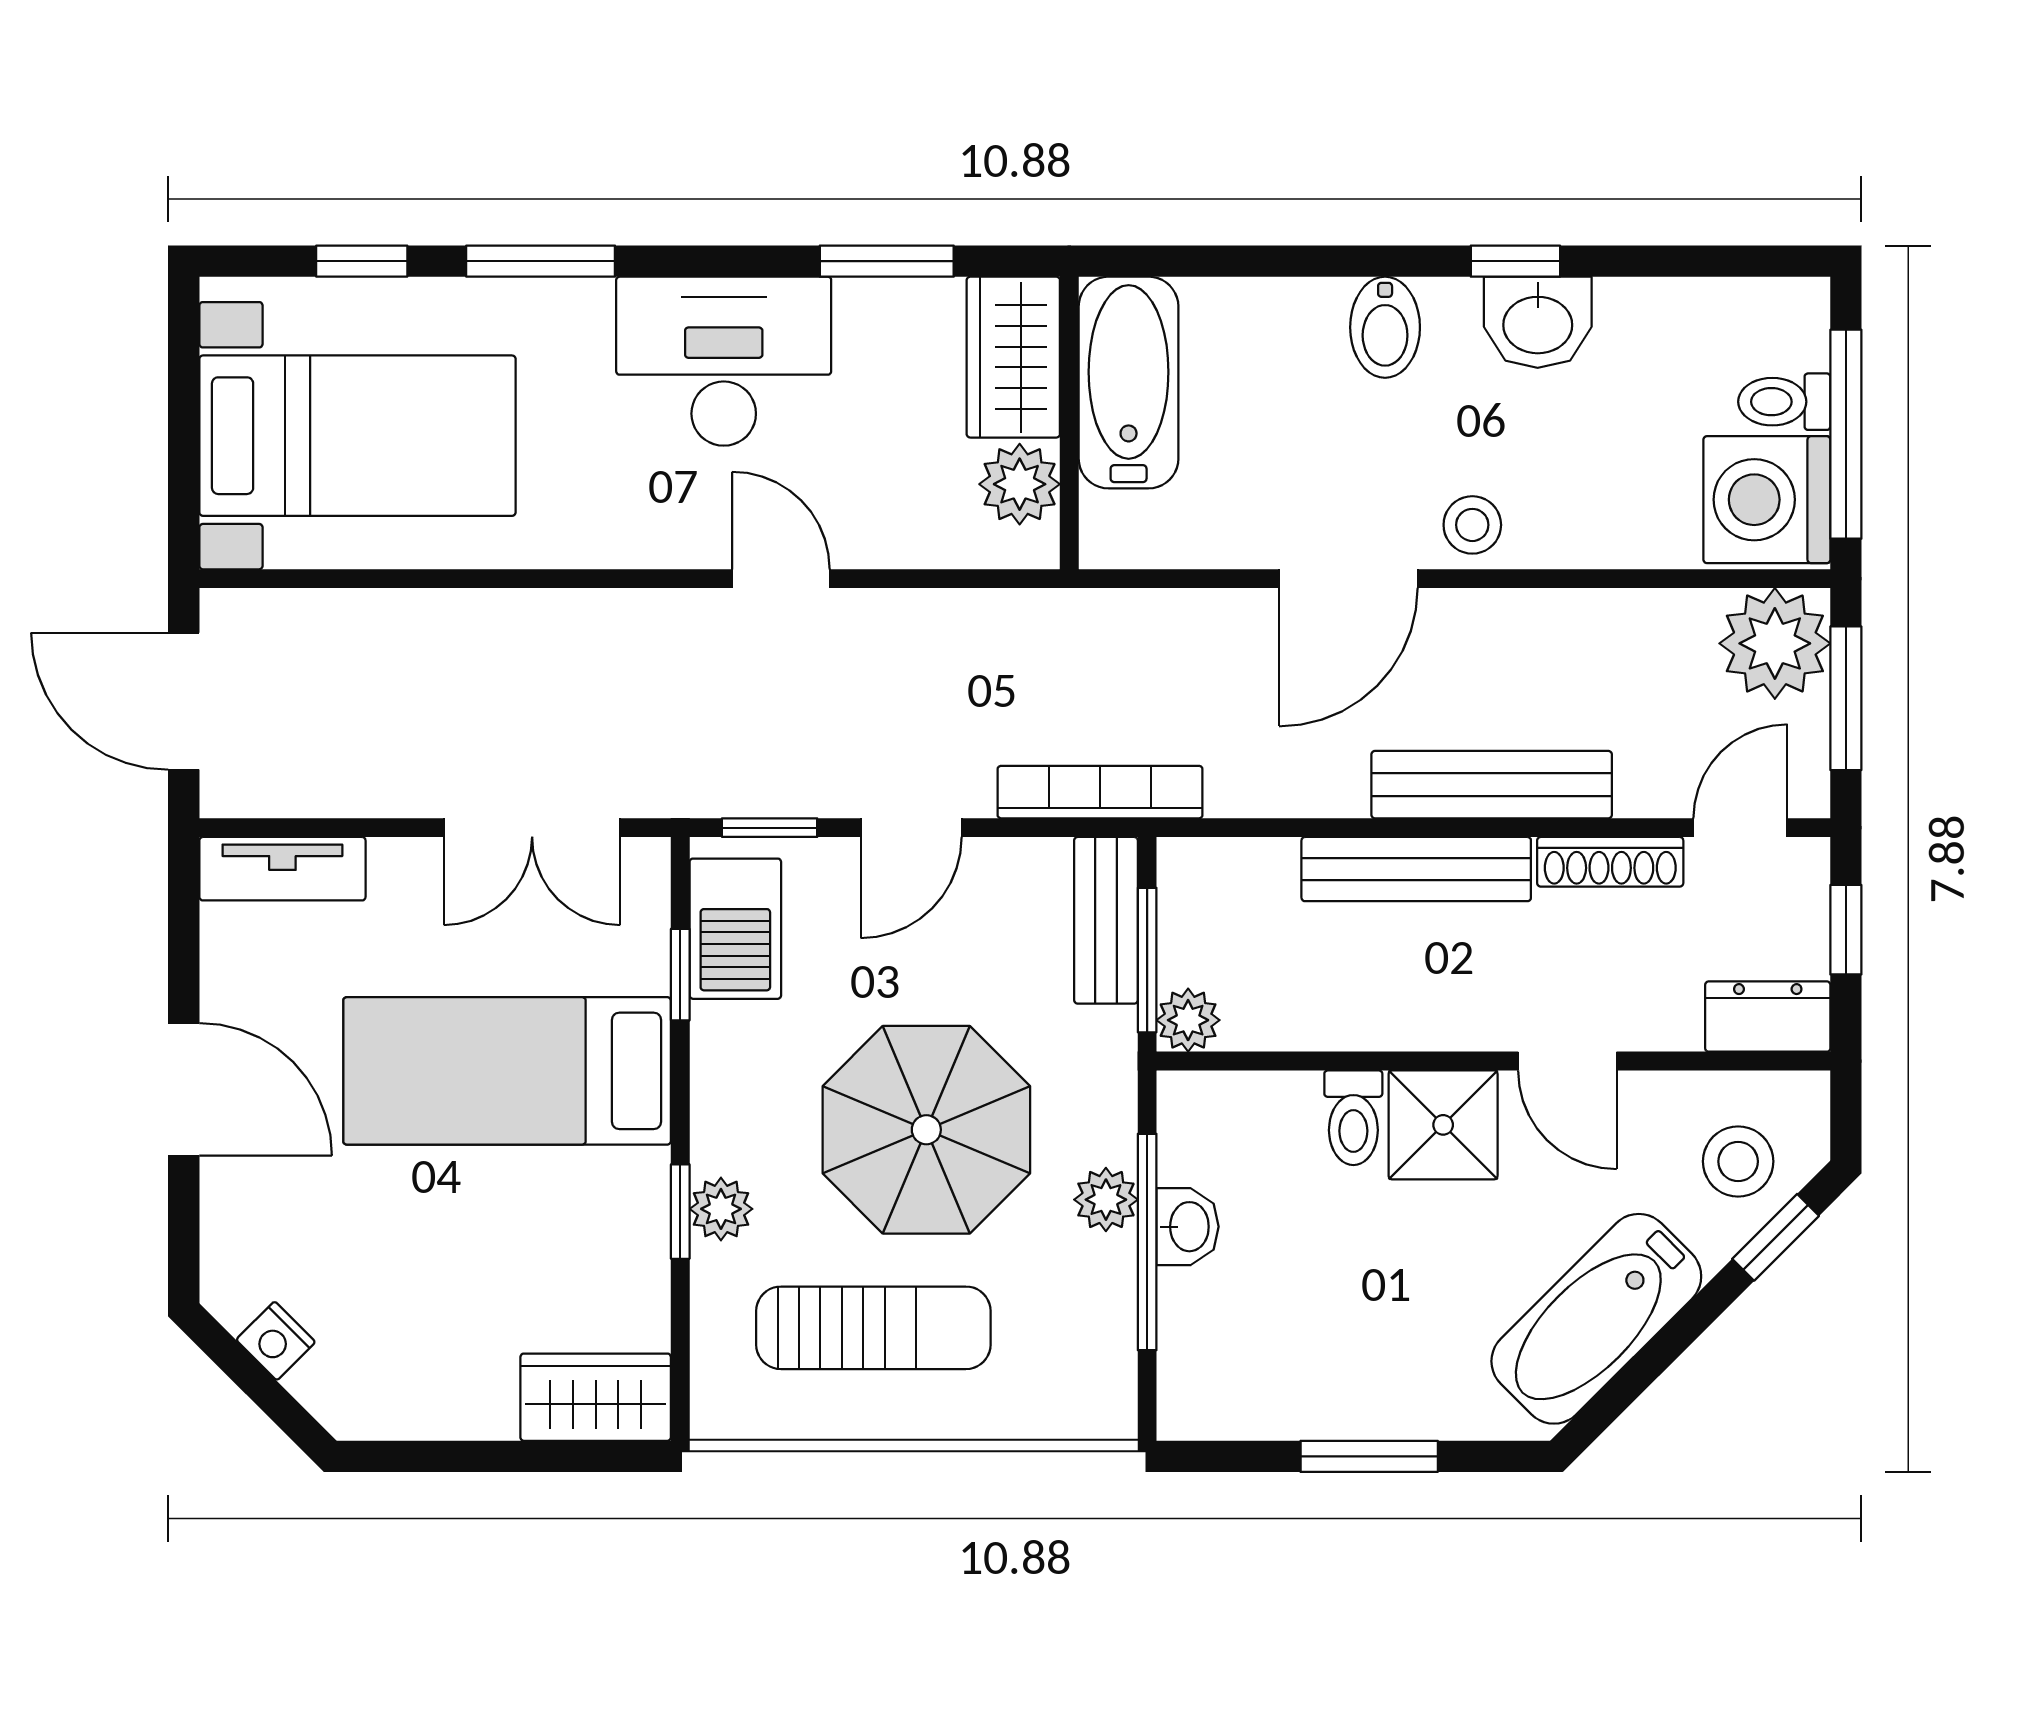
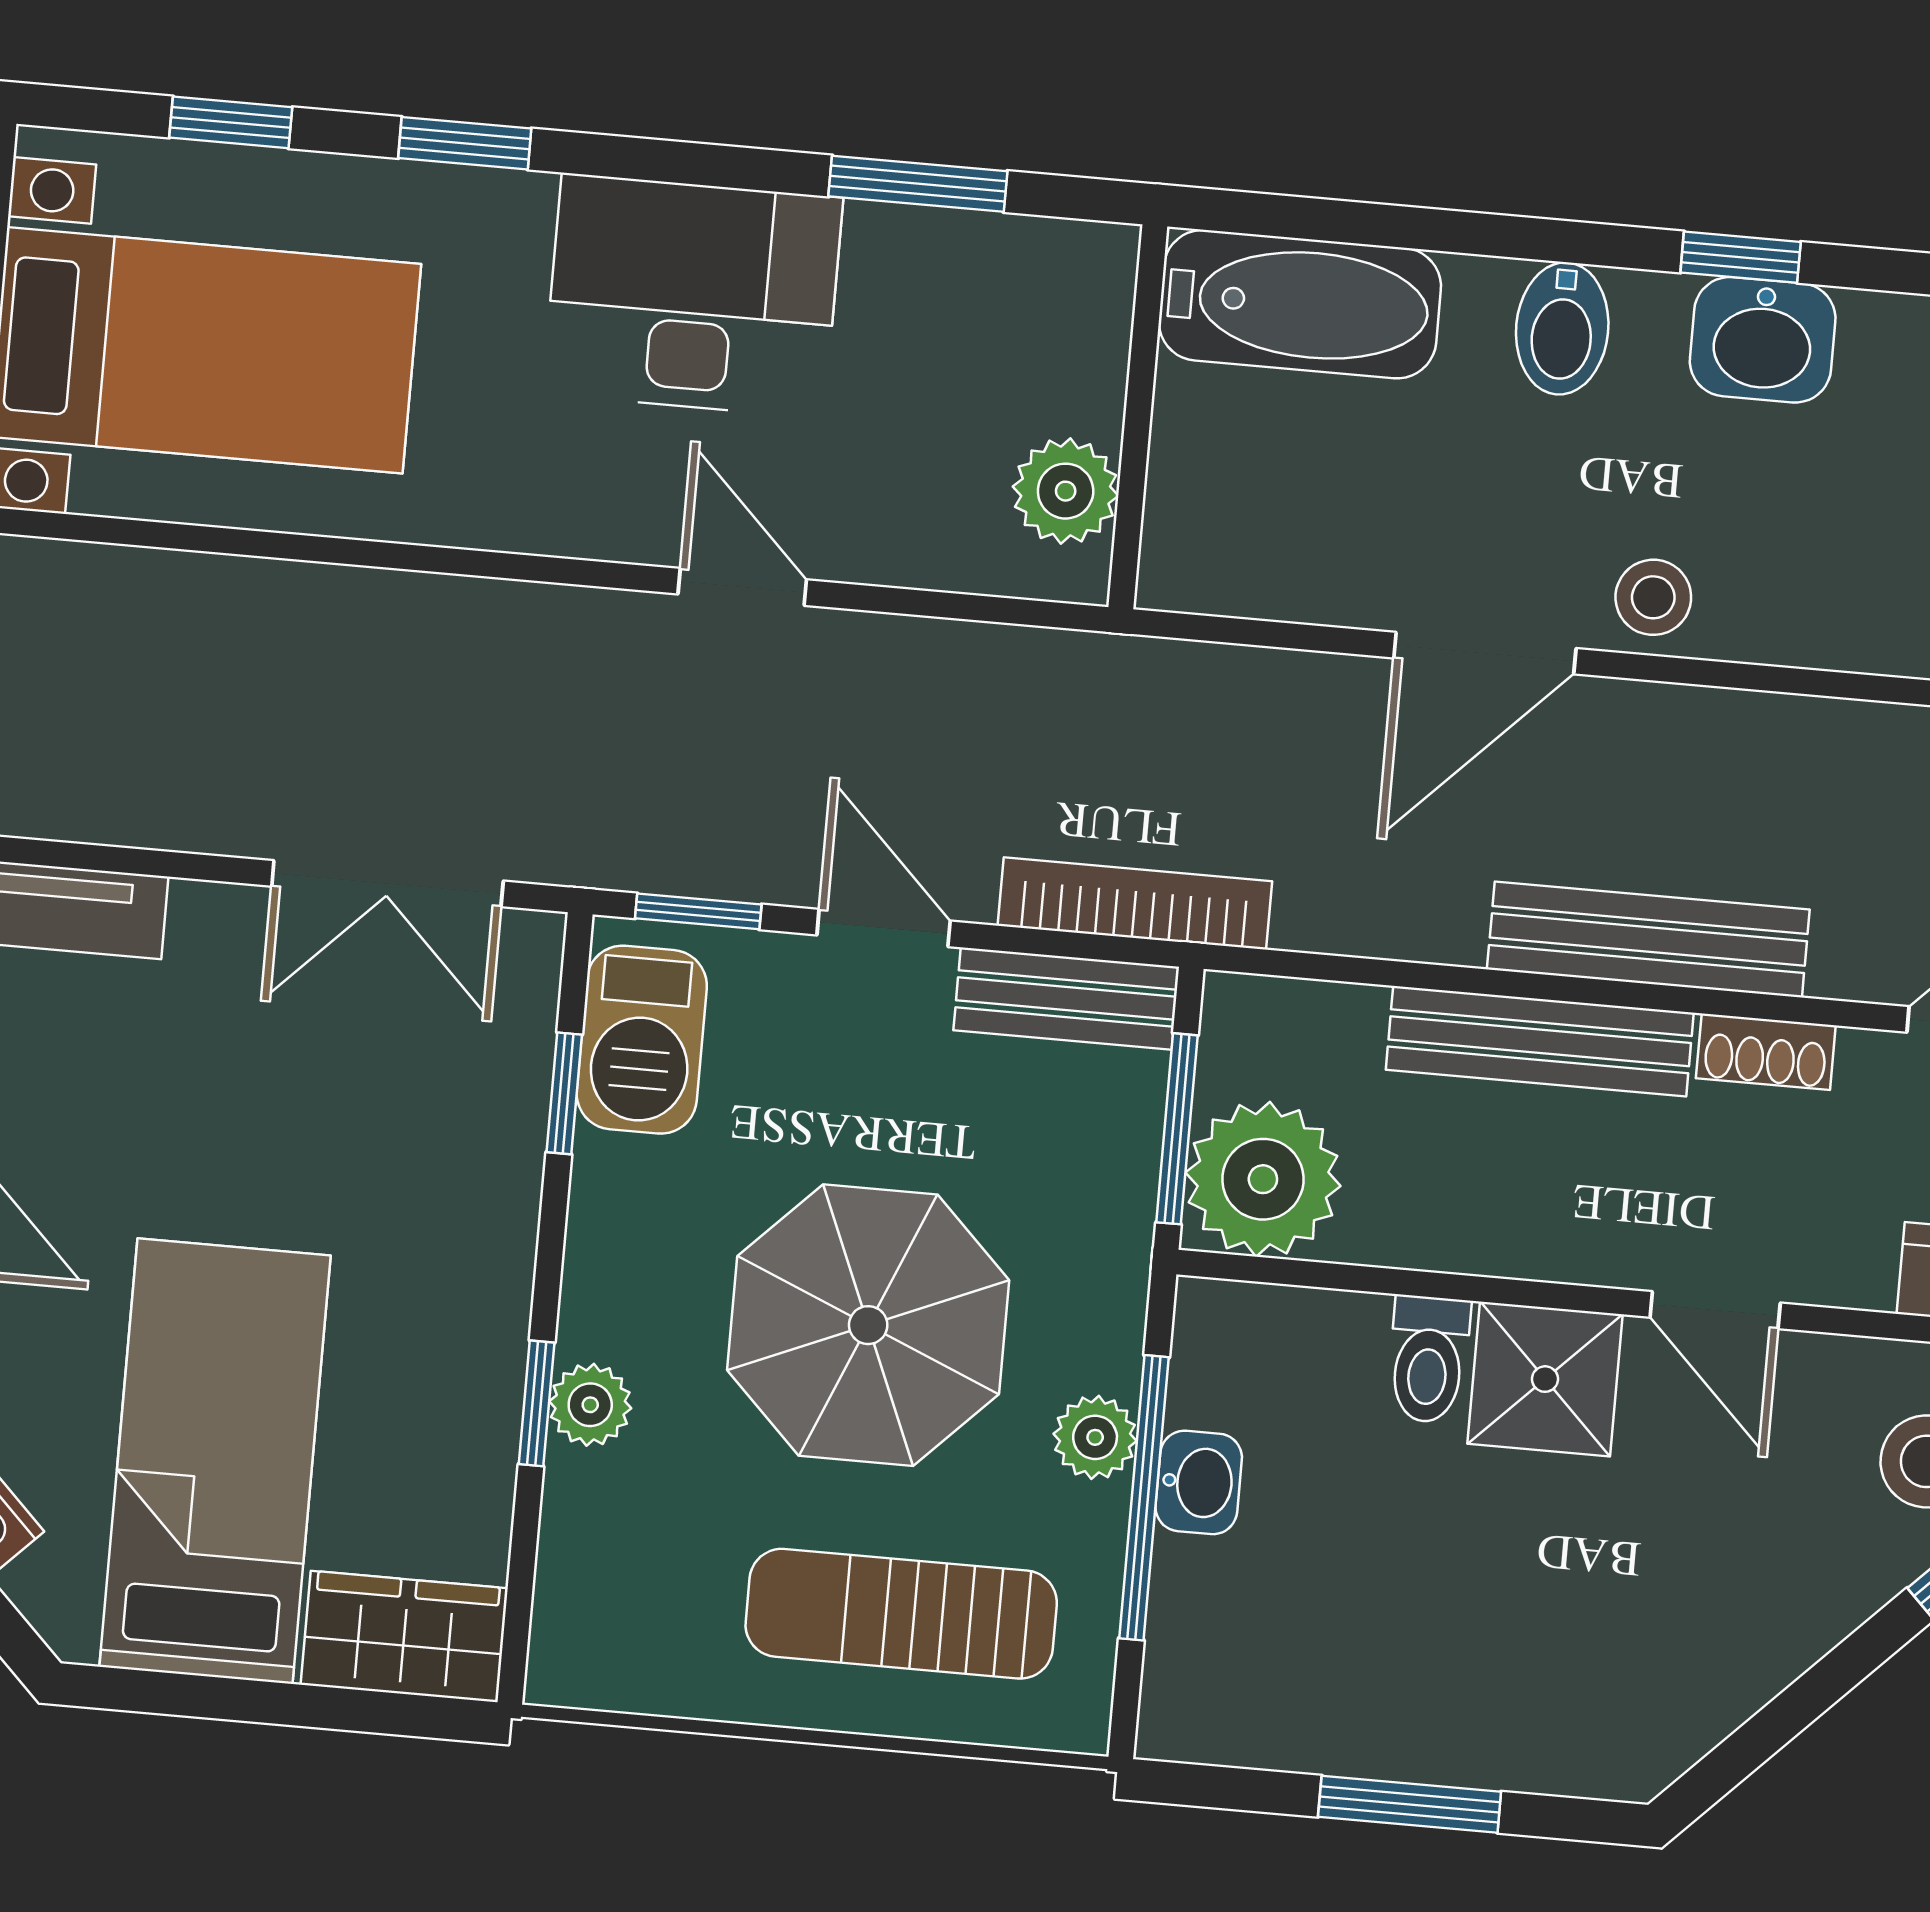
window: (541, 261) -> (465, 143), width x0.67
wardrobe: (1013, 357) -> (1072, 324), removed
bathtub: (1129, 383) -> (1300, 304), moved, turned 90
door: (911, 828) -> (884, 928), swing flipped
shoe rack: (1610, 862) -> (1766, 1052), width x0.70
bench: (1106, 920) -> (1066, 999), moved, turned 90
plant: (1188, 1020) -> (1263, 1179), width x1.88, depth x1.88
bed: (507, 1071) -> (215, 1461), moved, turned 90
bathtub: (1596, 1319) -> (1723, 1651), removed
sun lounger: (873, 1328) -> (901, 1614), moved, turned 180

